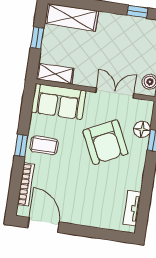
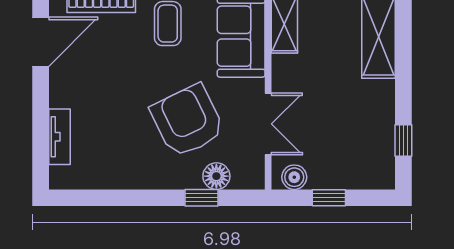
armchair: (105, 142) -> (187, 121), turned 90
tv unit: (132, 208) -> (59, 137), moved, turned 90

